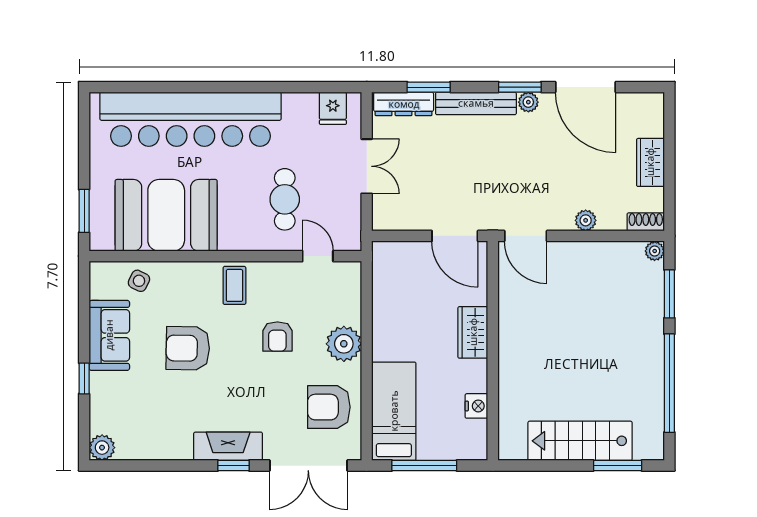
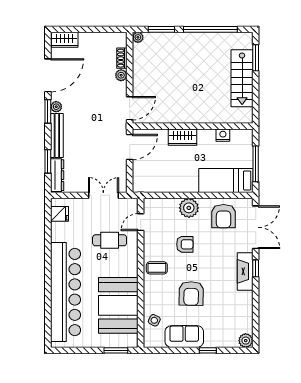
wardrobe: (650, 162) -> (65, 40), moved
double door: (367, 166) -> (103, 195), moved
shoe rack: (646, 222) -> (122, 58), moved

